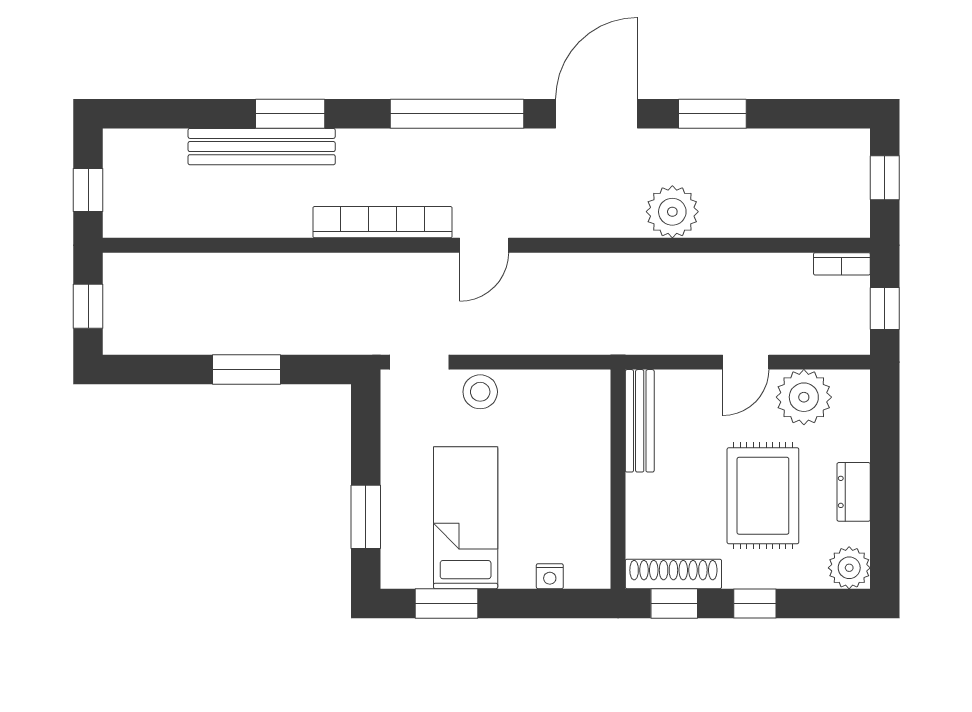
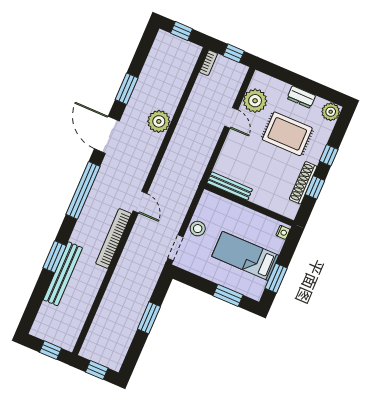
bench: (640, 421) -> (230, 186), moved
wall: (618, 479) -> (249, 205), moved

